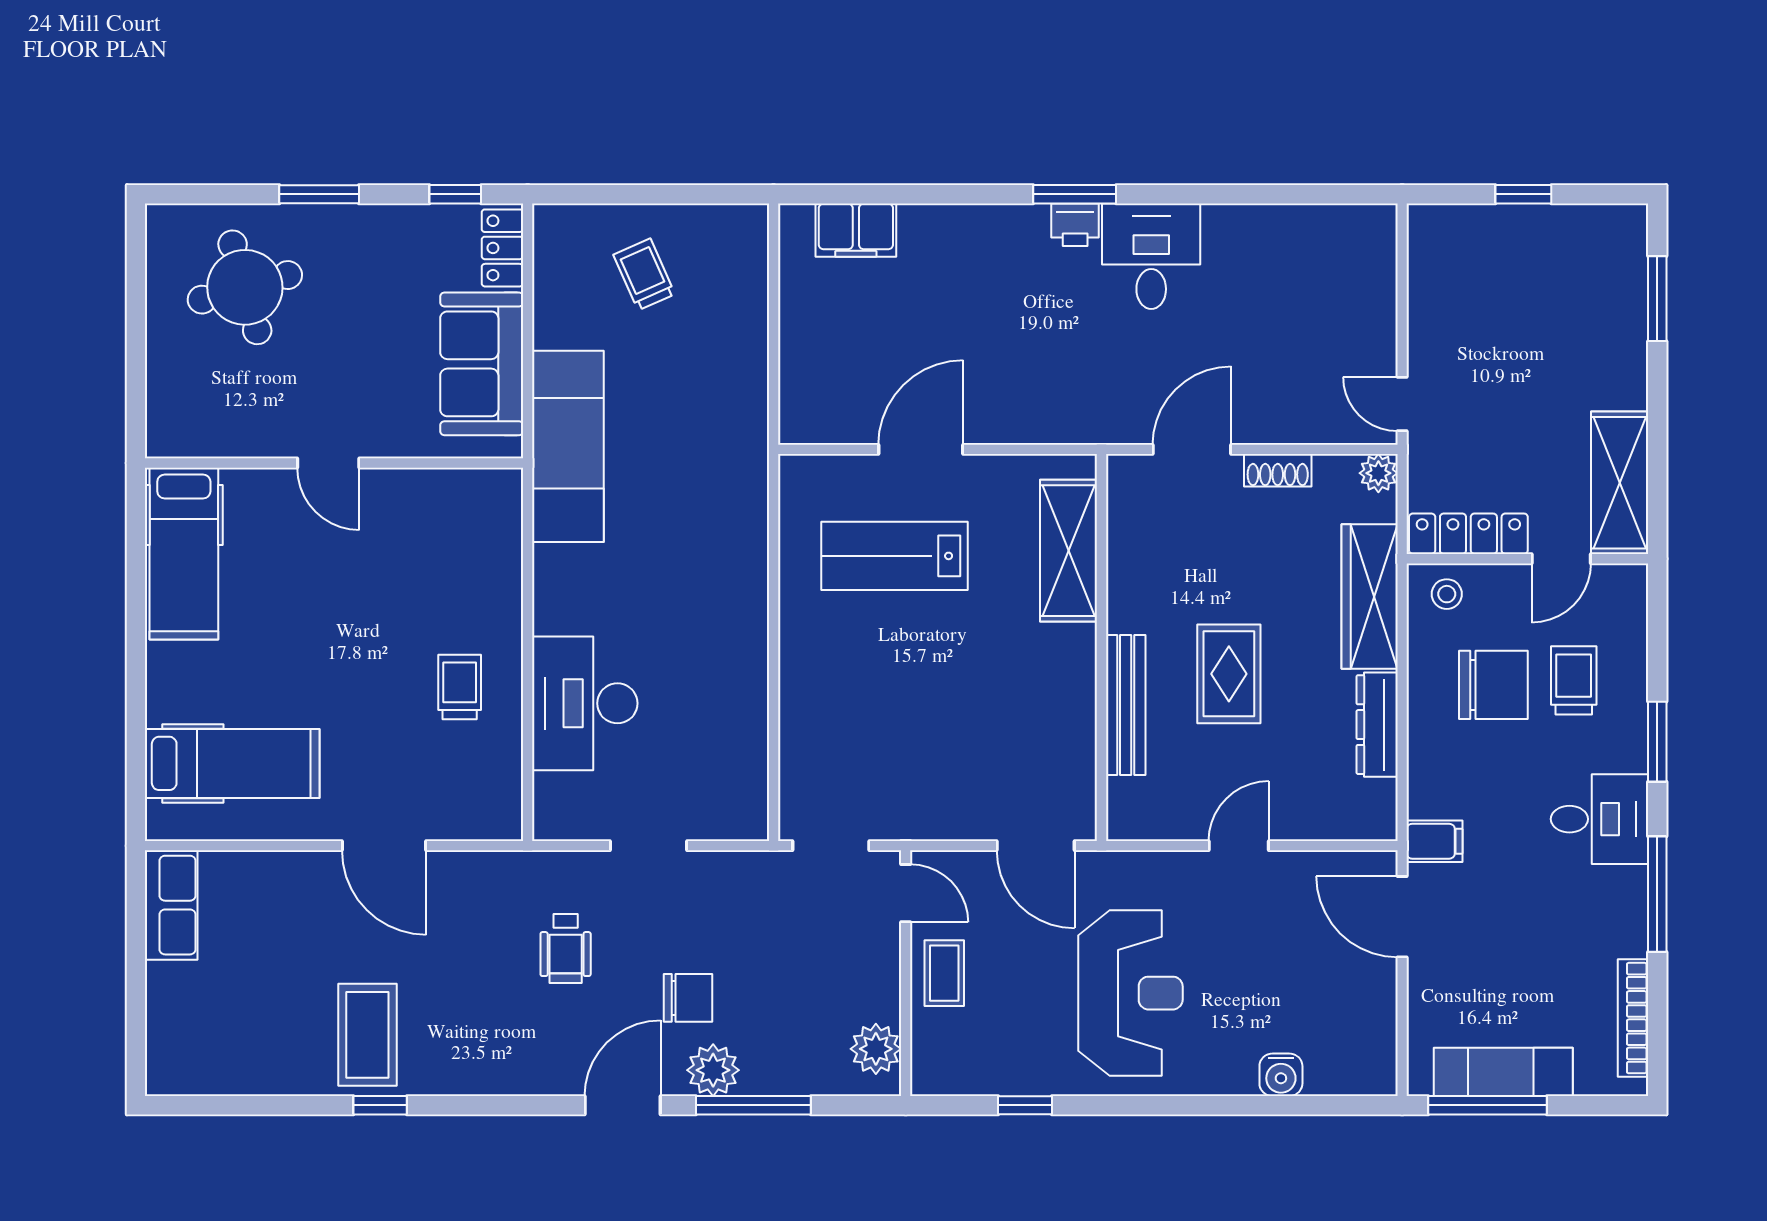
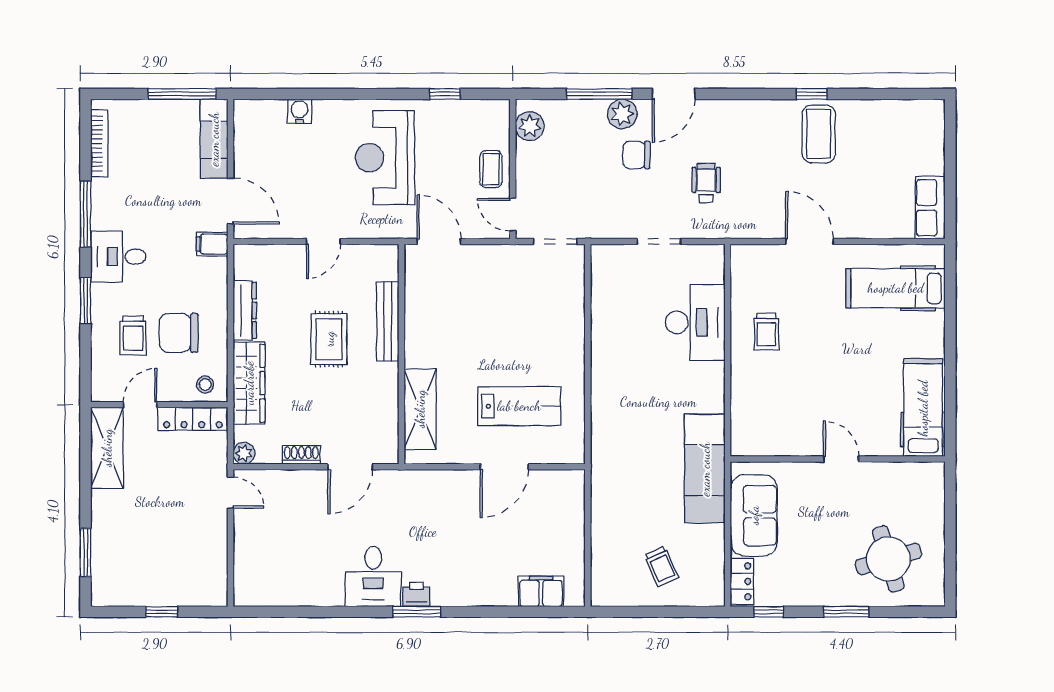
exam couch: (1503, 1072) -> (214, 139), moved, turned 90

